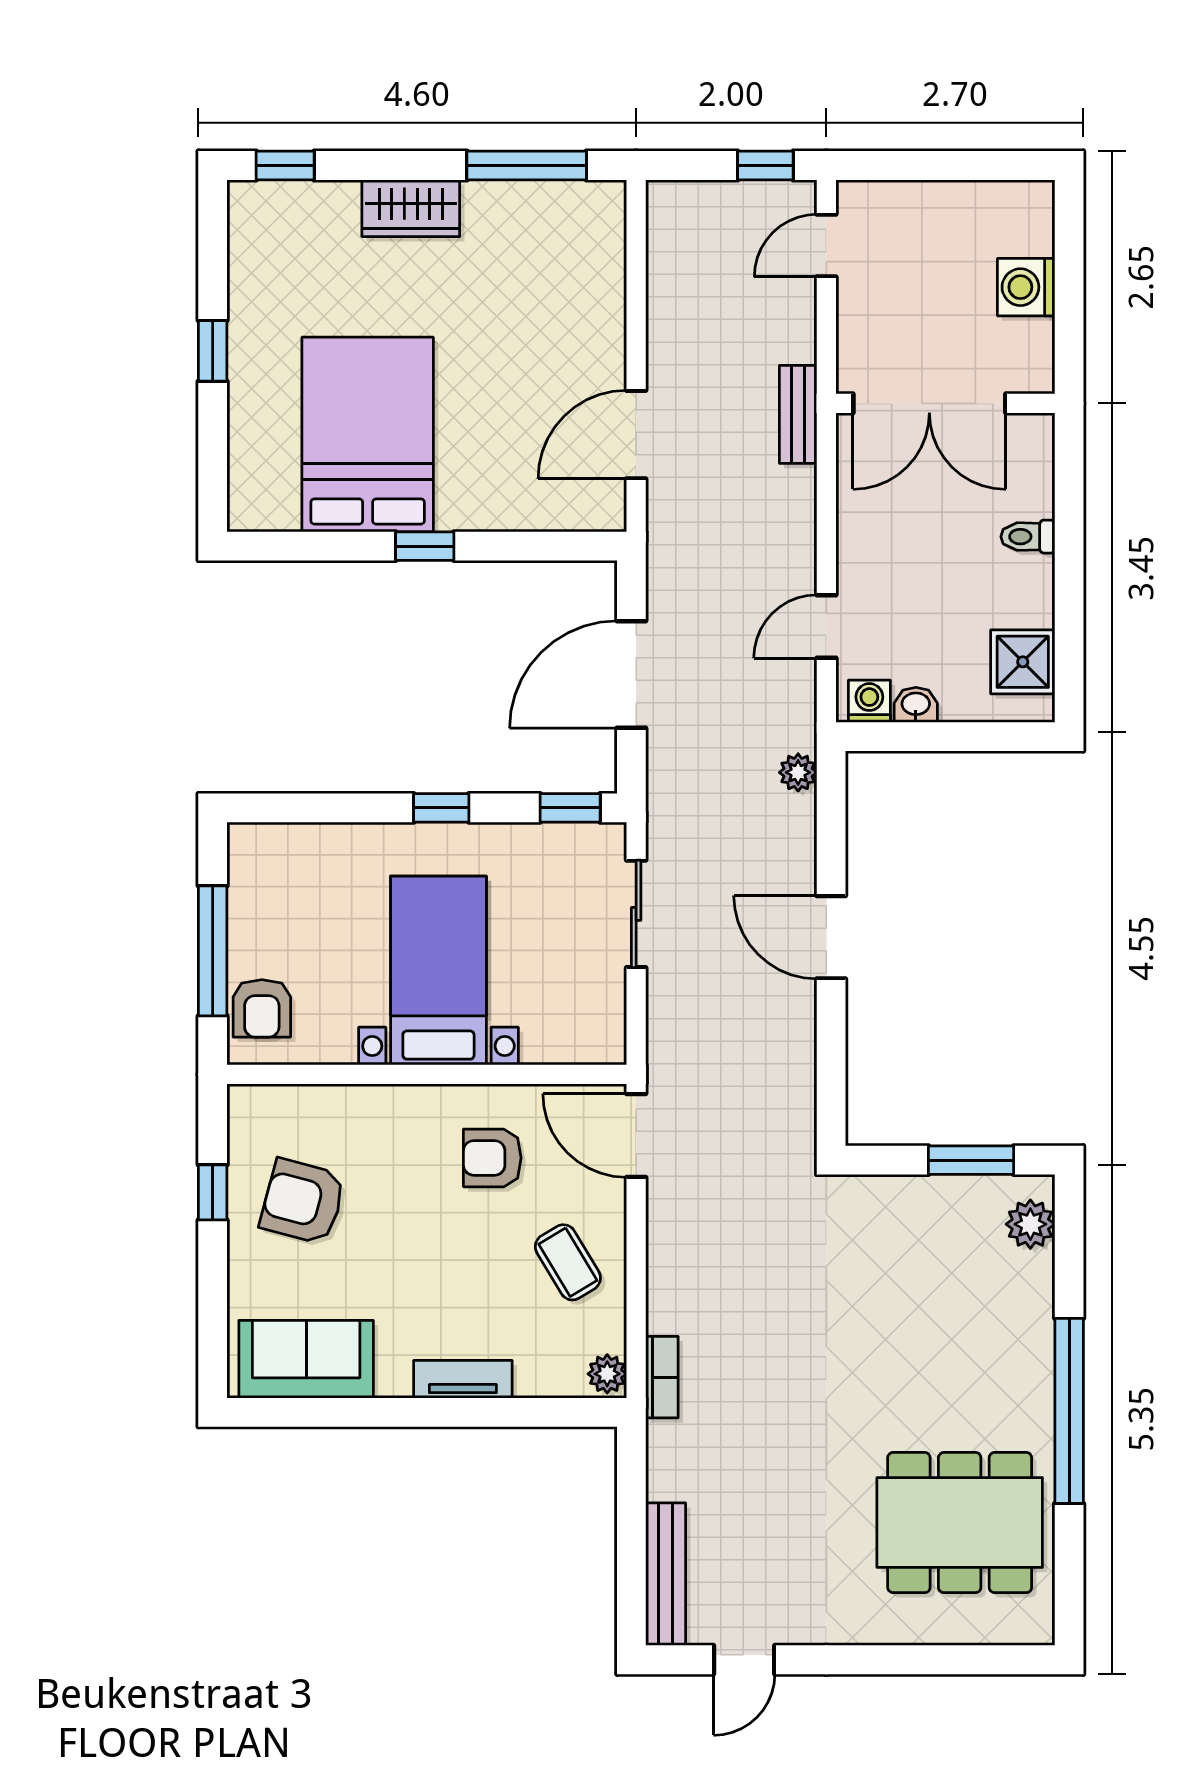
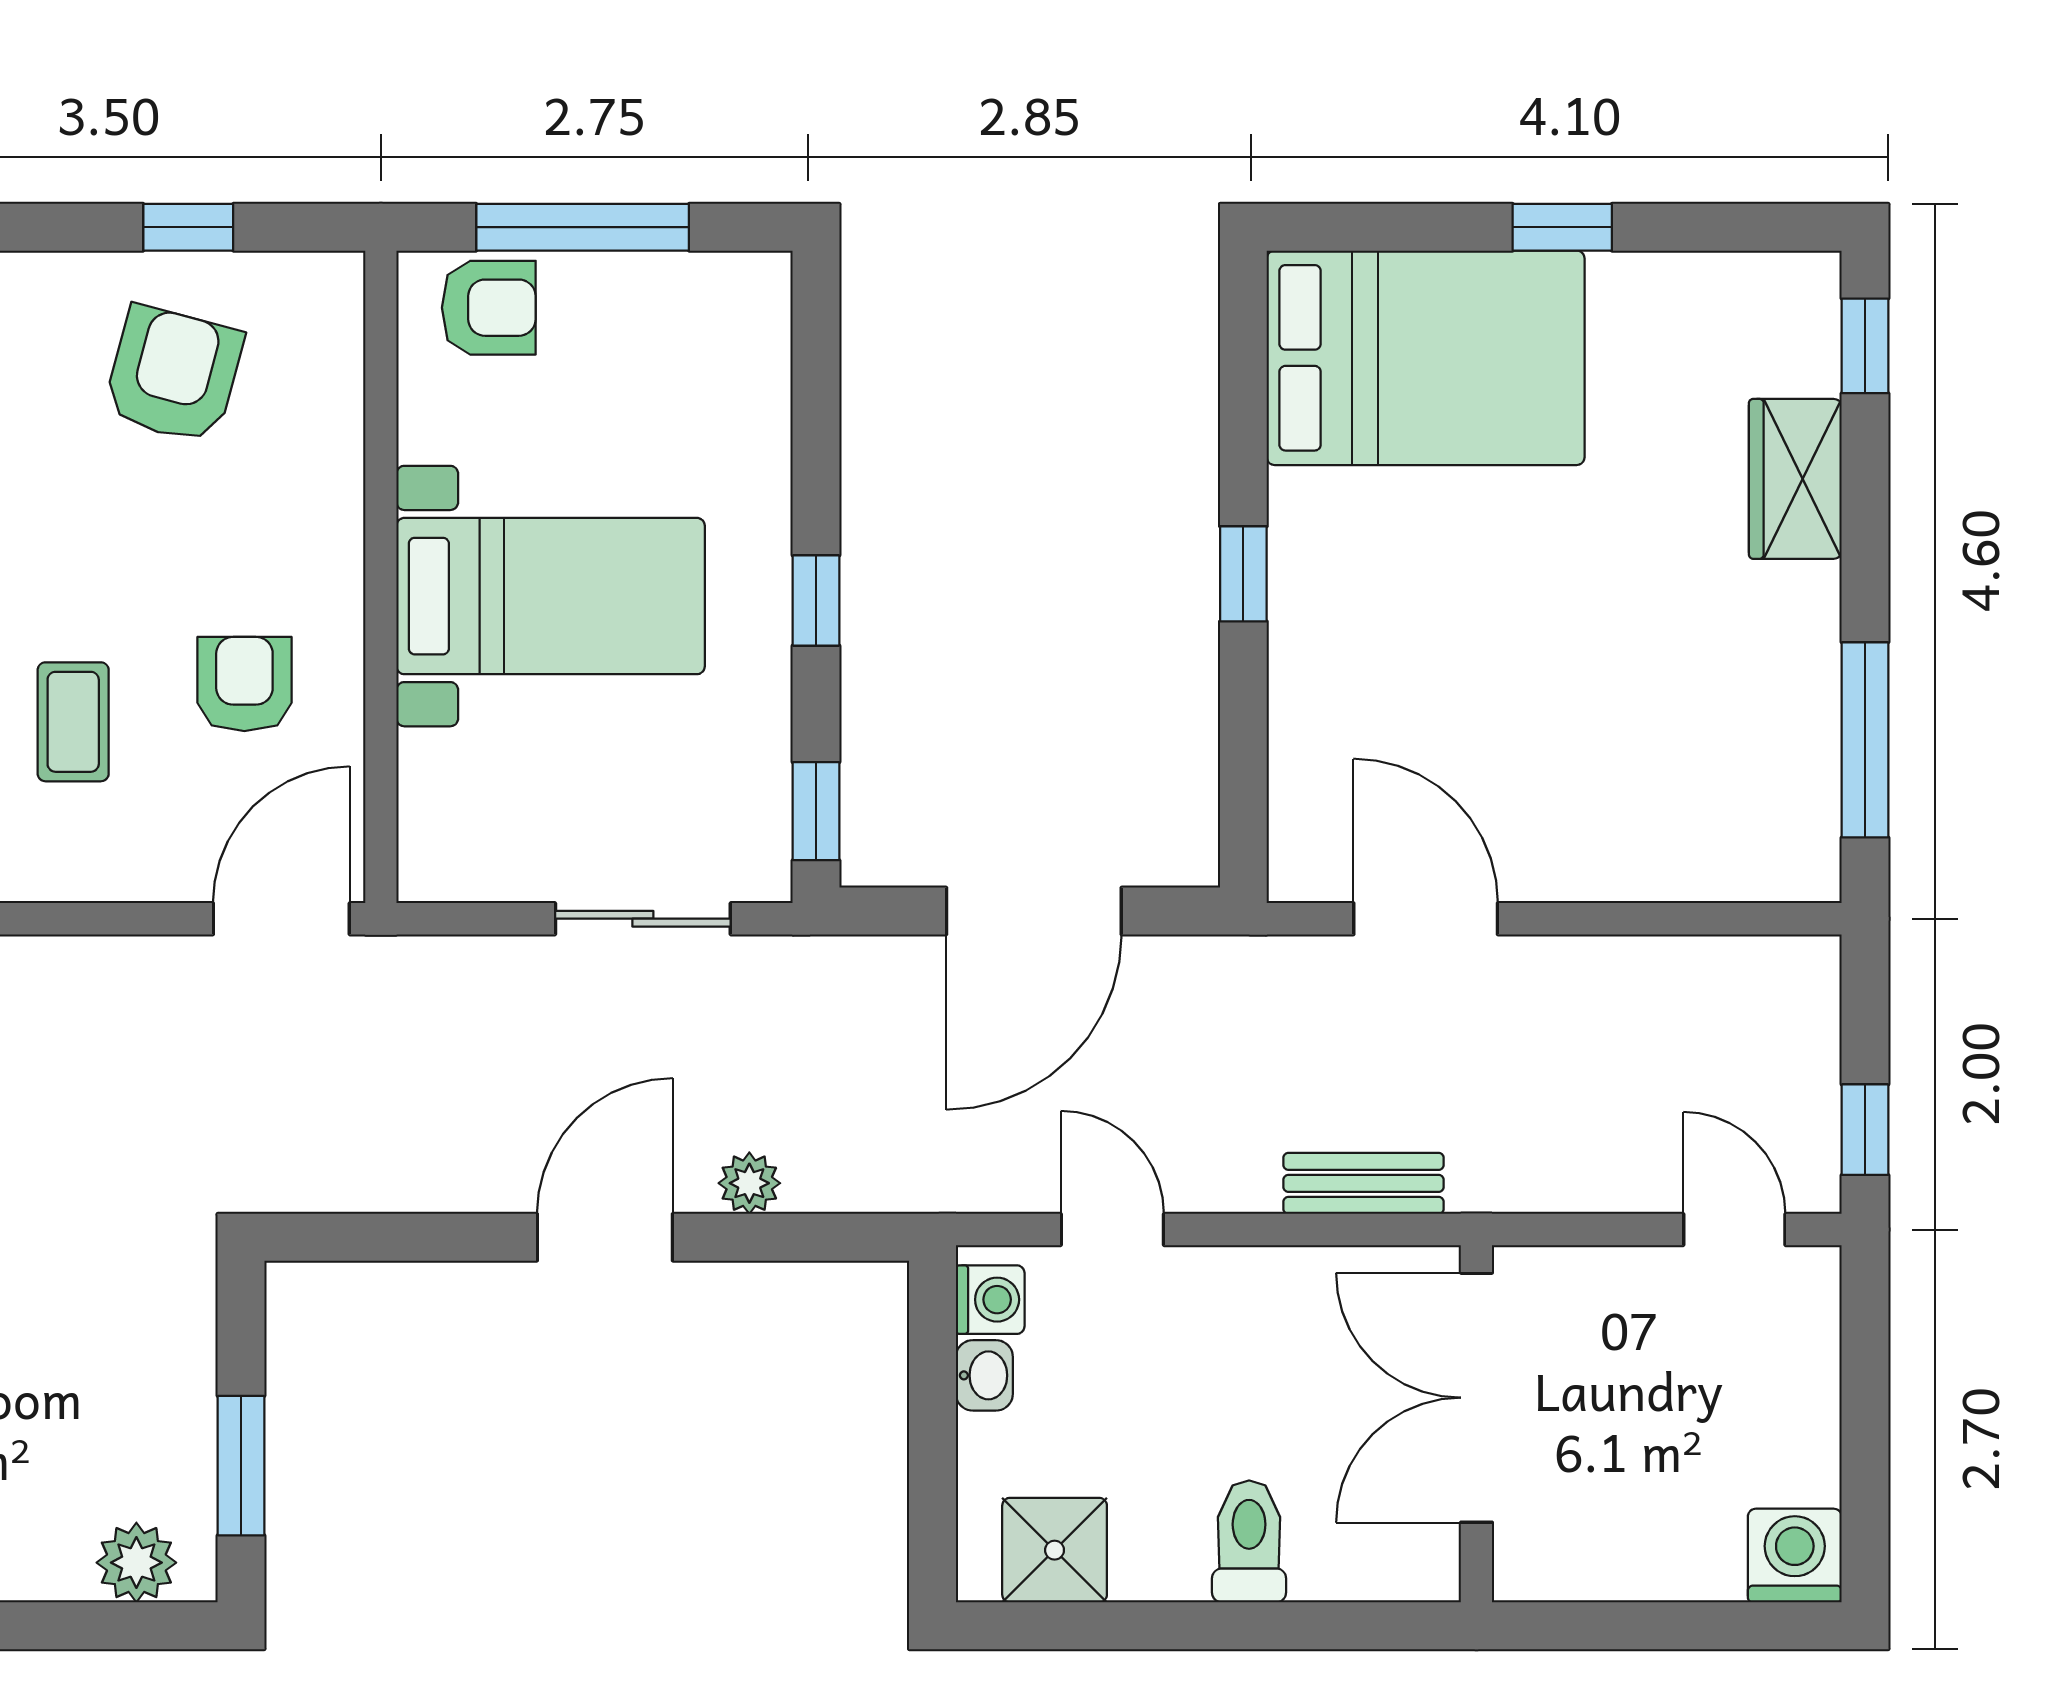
wardrobe: (411, 208) -> (1795, 479), moved
washing machine: (1026, 287) -> (1795, 1556), moved
bench: (798, 414) -> (1364, 1183), moved
bed: (368, 435) -> (1426, 358), moved
toilet: (1028, 537) -> (1249, 1541), width x1.37, depth x1.39
door: (631, 675) -> (1034, 911), swing flipped
plant: (798, 772) -> (749, 1183), moved
armchair: (262, 1008) -> (489, 308), turned 180
coffee table: (568, 1262) -> (73, 722), moved, turned -59

